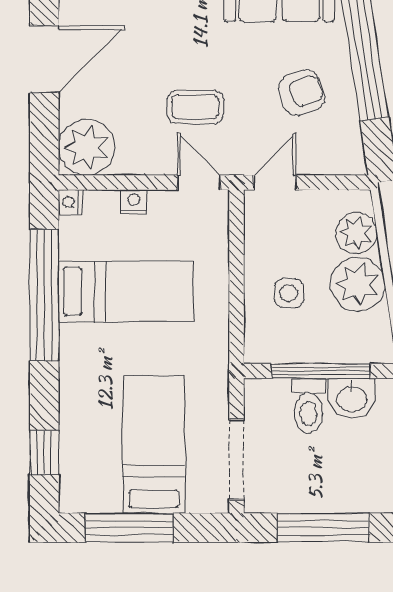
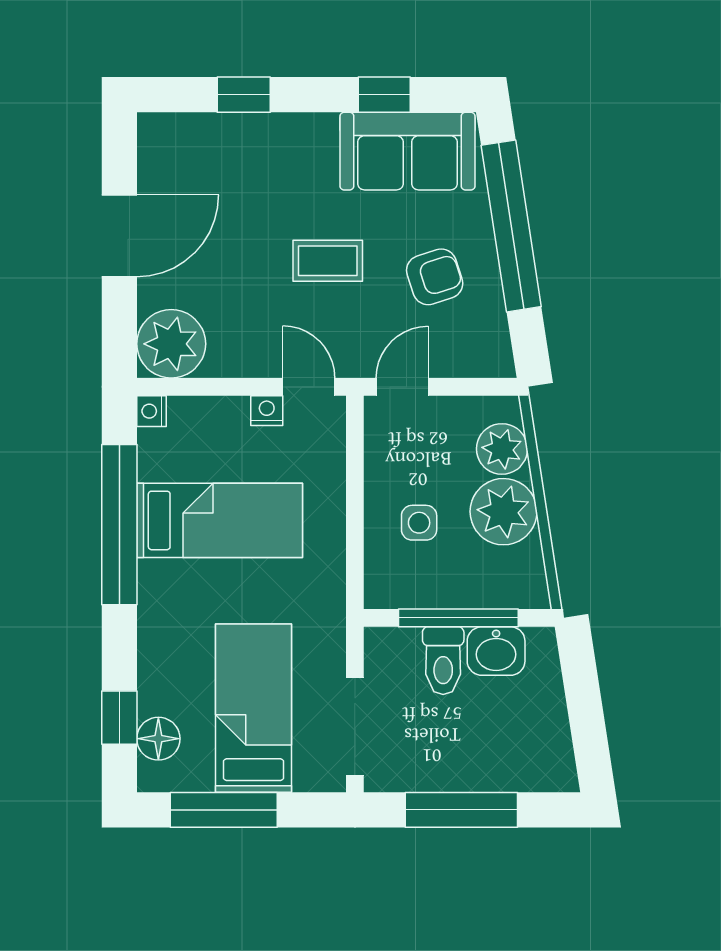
coffee table: (195, 107) -> (328, 261), moved
nightstand: (134, 202) -> (267, 411), moved
floor lamp: (76, 470) -> (158, 739), added

